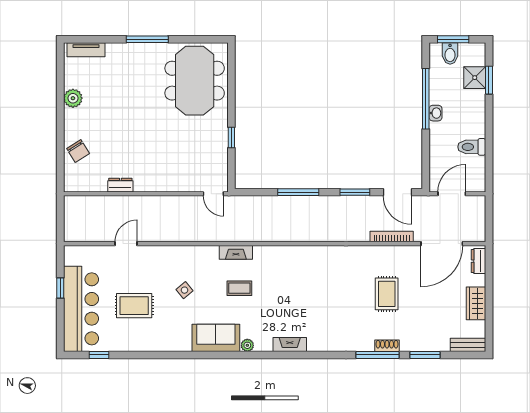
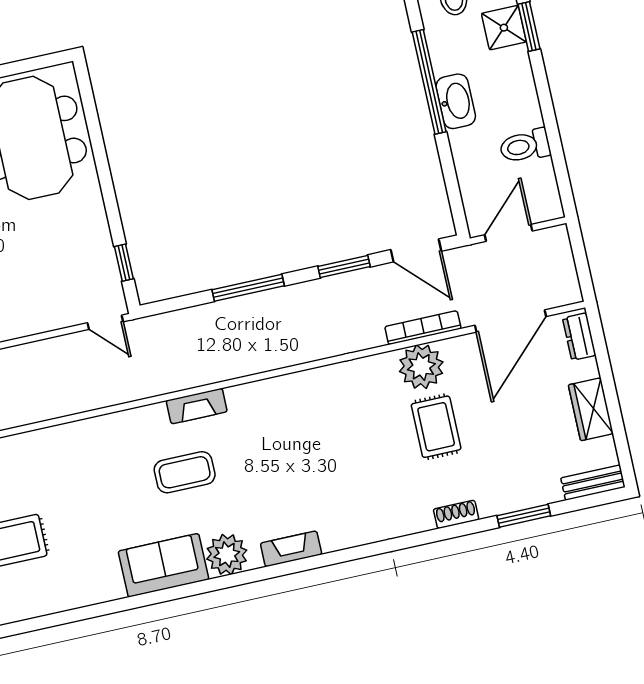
washbasin: (436, 113) -> (456, 101), width x1.91, depth x1.45
window: (231, 138) -> (124, 263), moved
fireplace: (236, 252) -> (197, 406), moved
plant: (386, 258) -> (421, 367), added
coffee table: (239, 288) -> (185, 472), width x1.36, depth x1.30
side table: (184, 290) -> (92, 496), removed
plant: (247, 345) -> (227, 555), width x1.88, depth x1.88
window: (377, 355) -> (443, 534), removed

